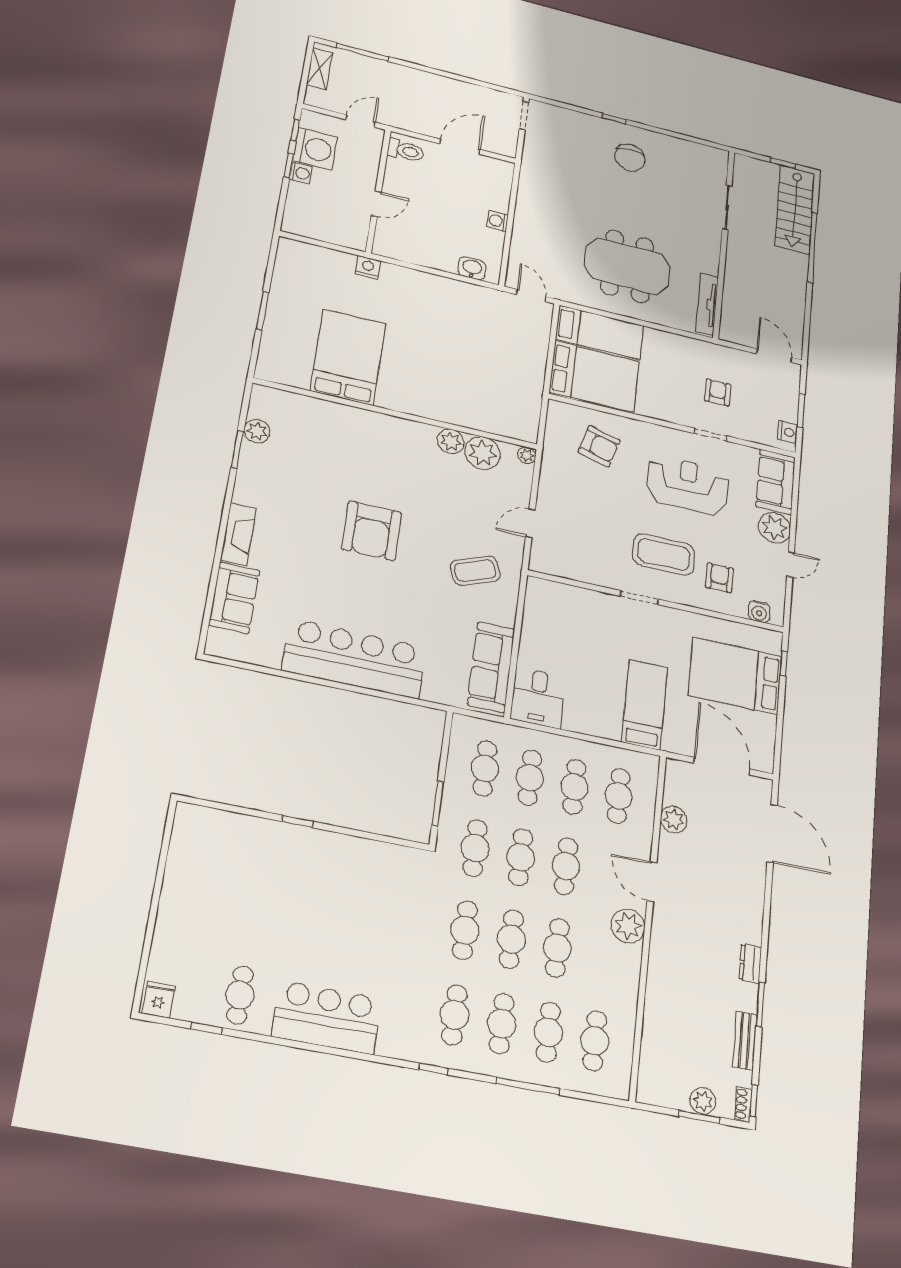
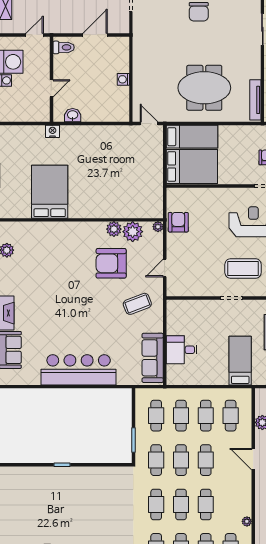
washbasin: (472, 268) -> (73, 115), moved
armchair: (599, 446) -> (178, 222), moved, turned -105
armchair: (372, 531) -> (111, 263), moved, turned 90
desk: (538, 698) -> (182, 350), moved, turned 90
plant: (628, 926) -> (247, 521), moved, width x0.53, depth x0.53

